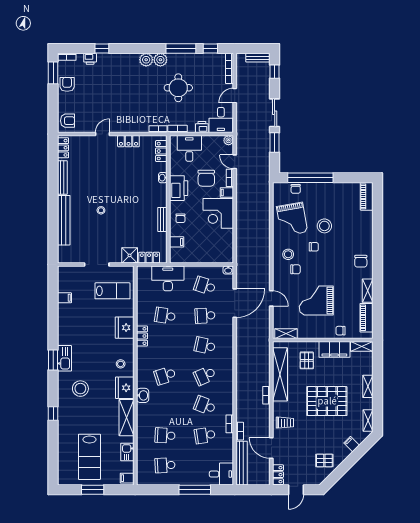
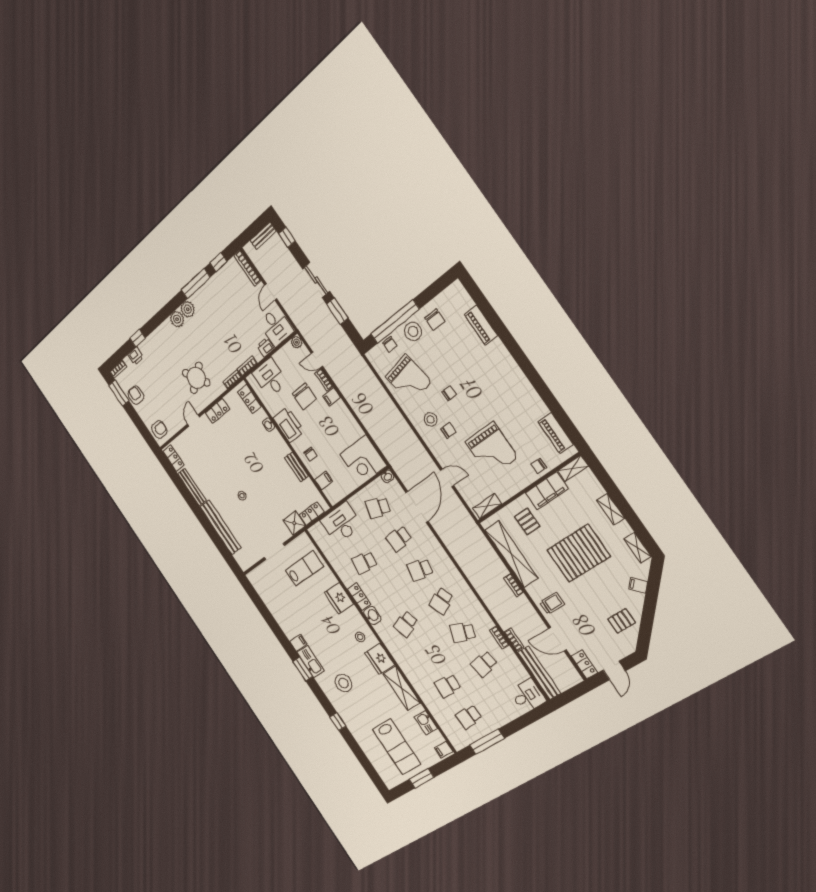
round table: (178, 88) -> (196, 378), moved, turned -35
piano: (367, 196) -> (481, 325), moved
corner desk: (218, 213) -> (363, 460), moved
stool: (324, 226) -> (413, 331), moved
chair: (361, 261) -> (435, 320), moved
shelving: (368, 291) -> (536, 402), removed
filing cabinet: (64, 298) -> (298, 643), moved
grand piano: (316, 300) -> (492, 450), turned -90
washbasin: (143, 395) -> (372, 616), moved
window: (195, 490) -> (487, 742), moved

